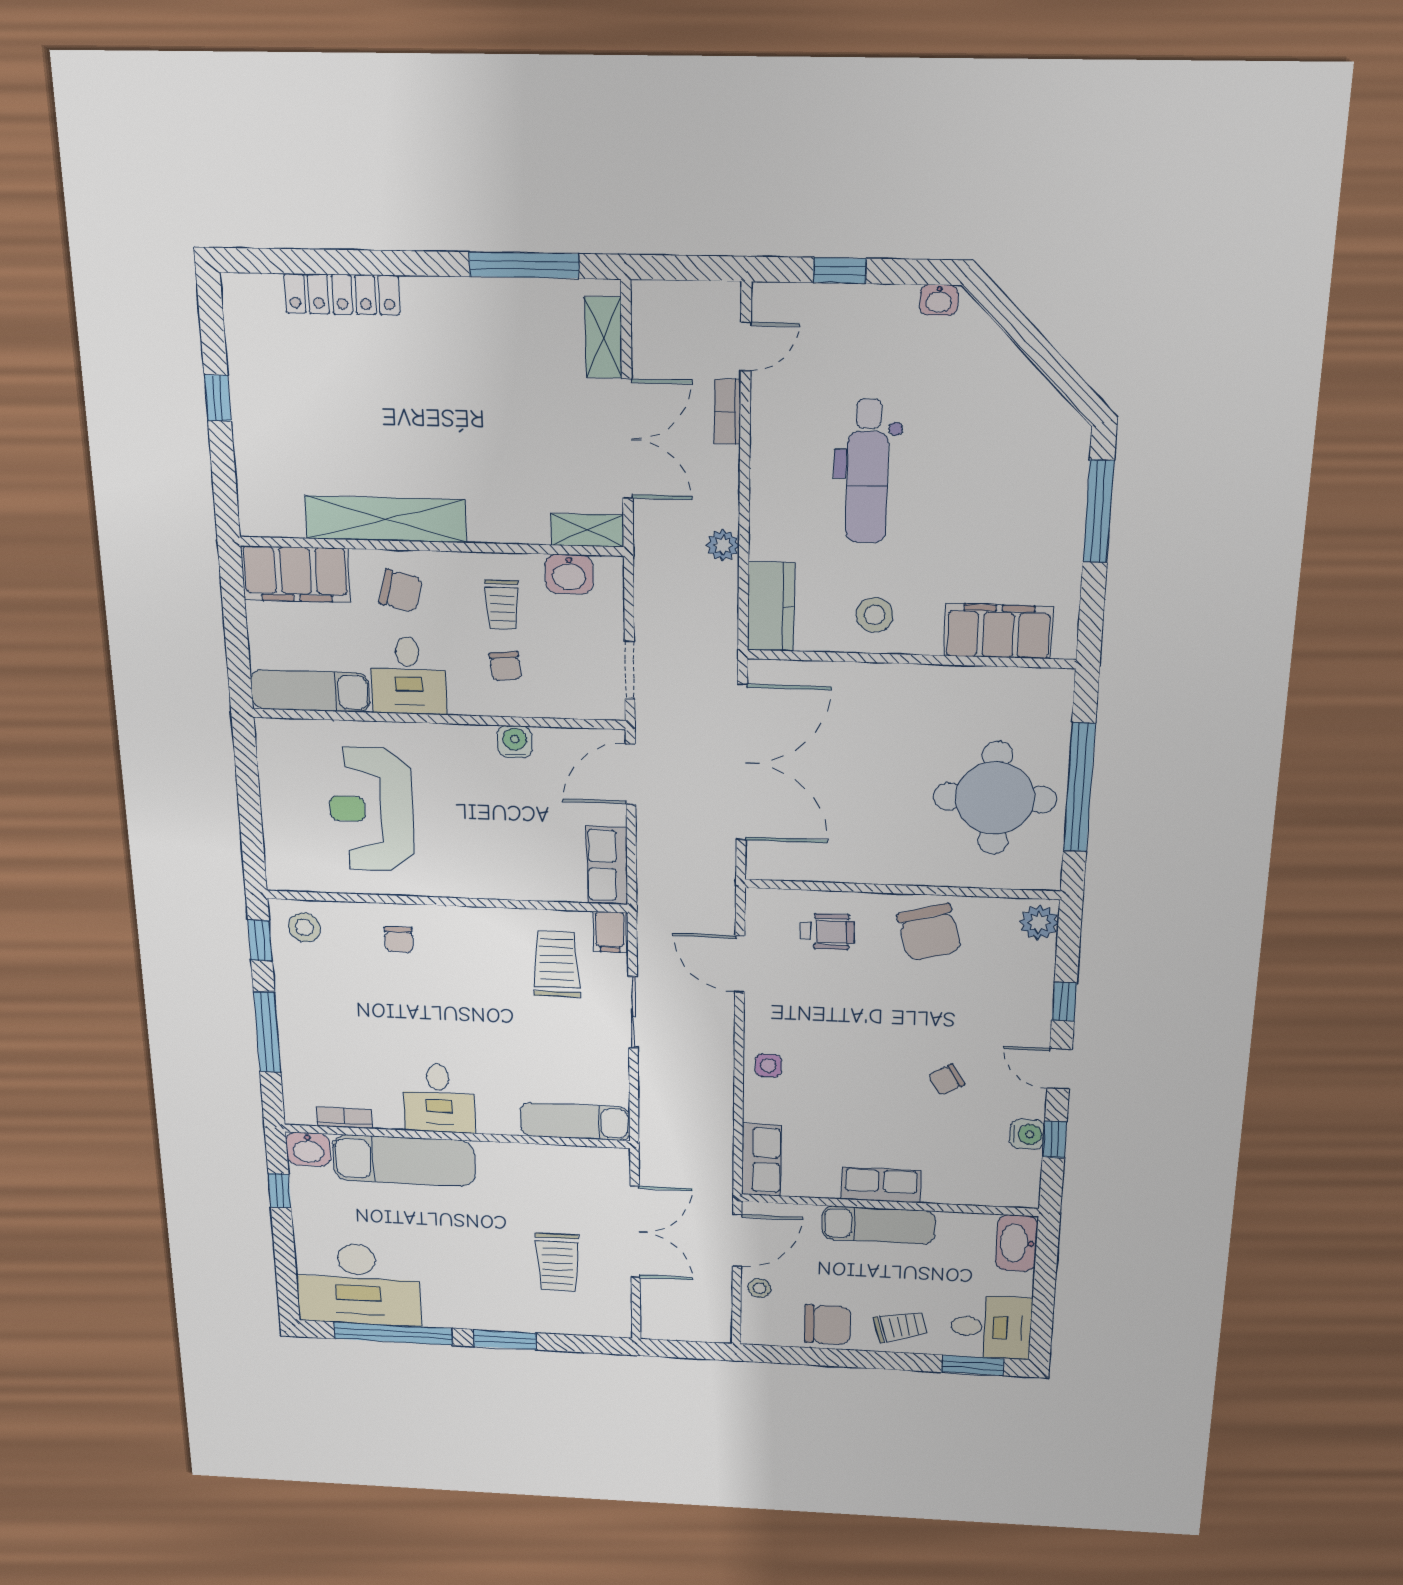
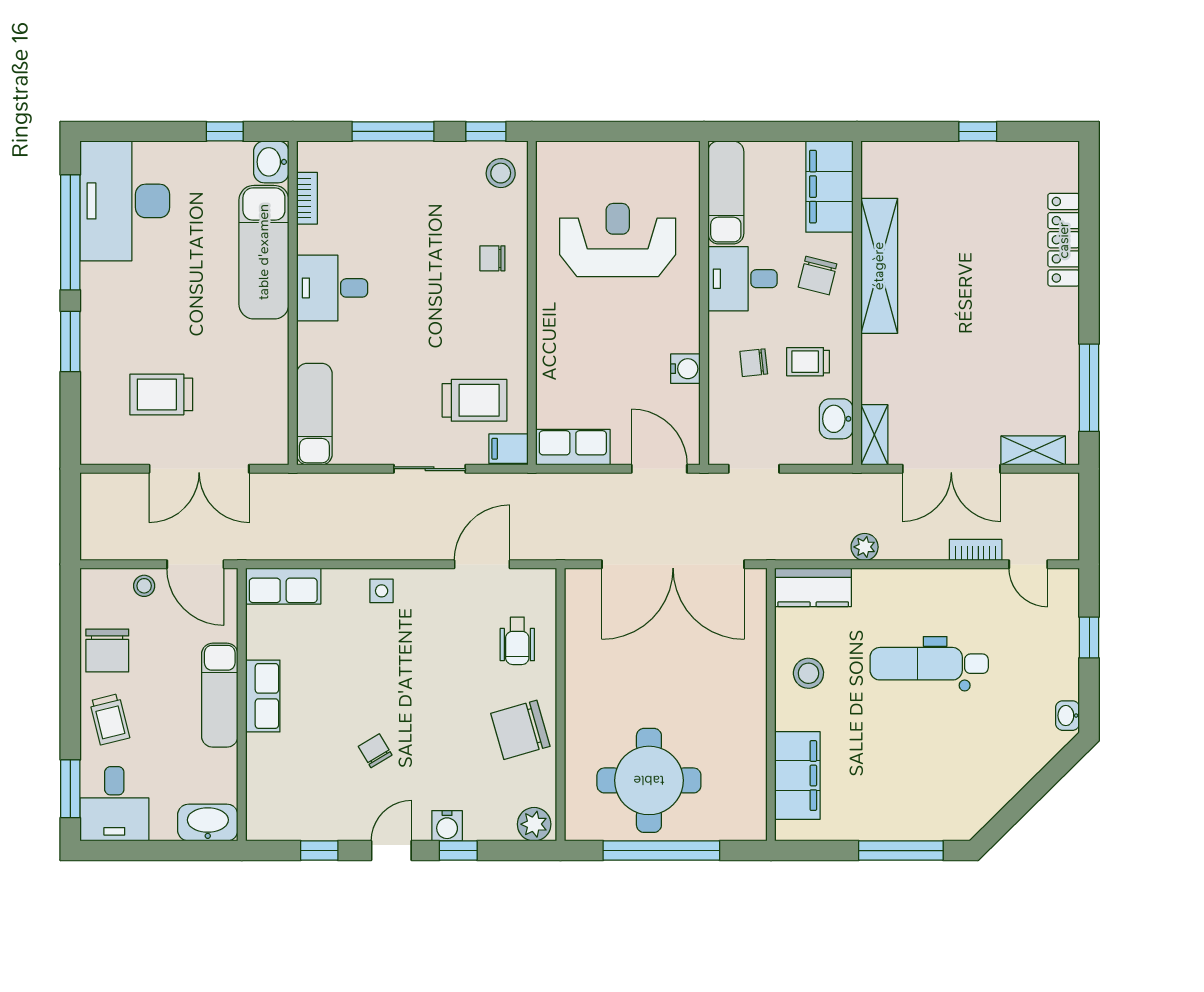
water cooler: (1027, 1134) -> (447, 826), moved

